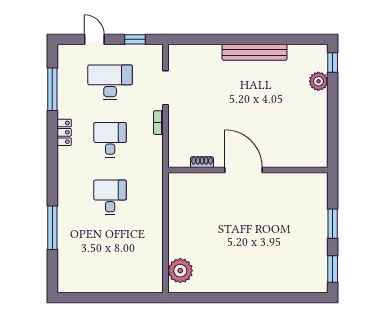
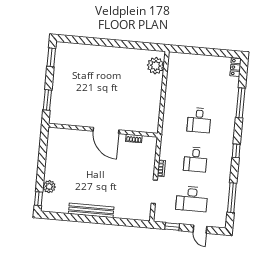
locker: (64, 132) -> (236, 67), moved
window: (52, 158) -> (236, 151), added
window: (333, 224) -> (47, 100), moved

